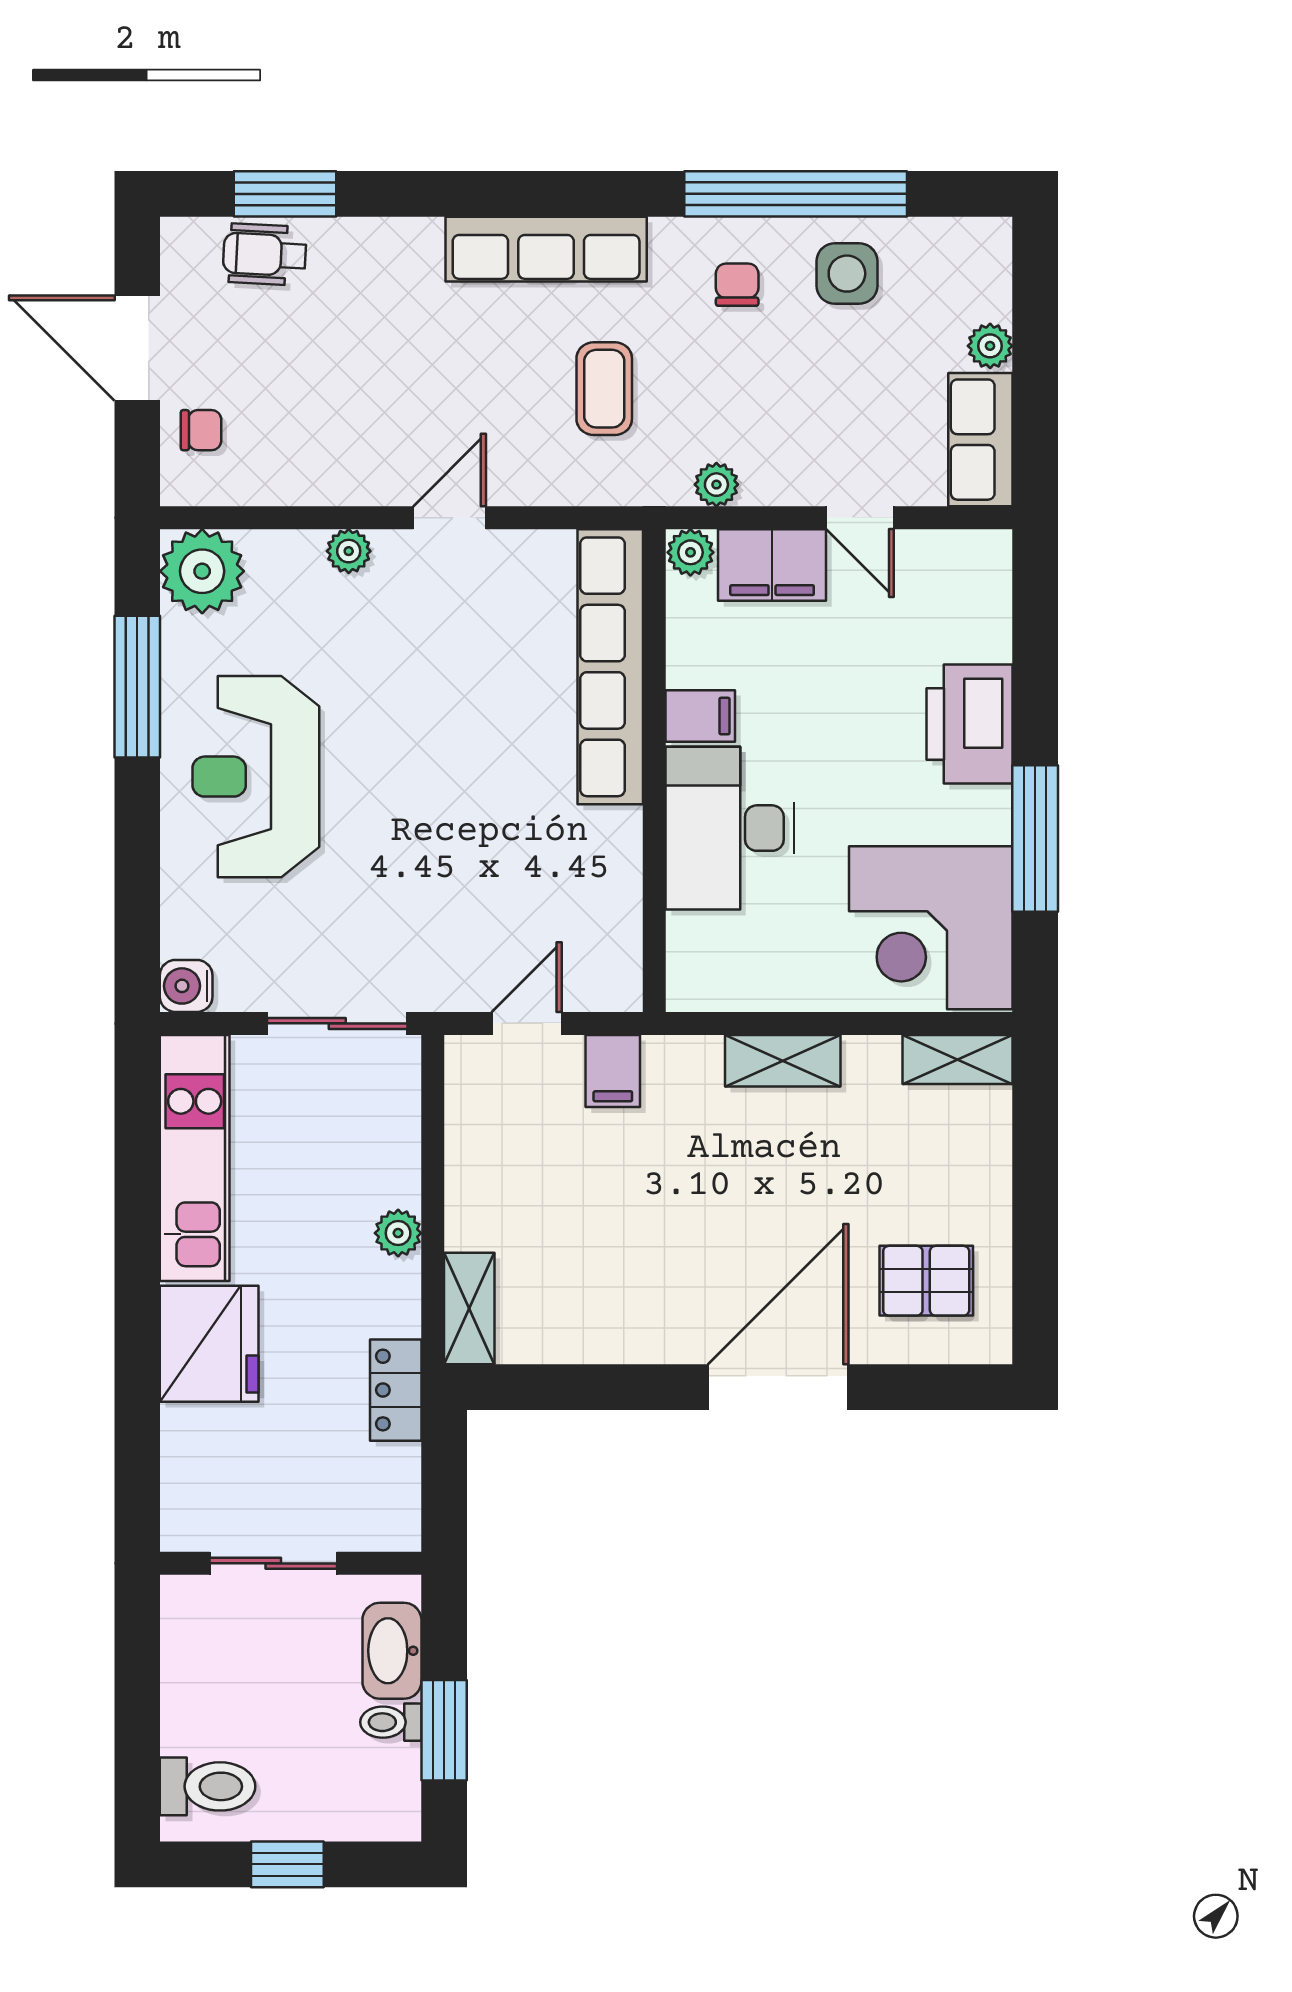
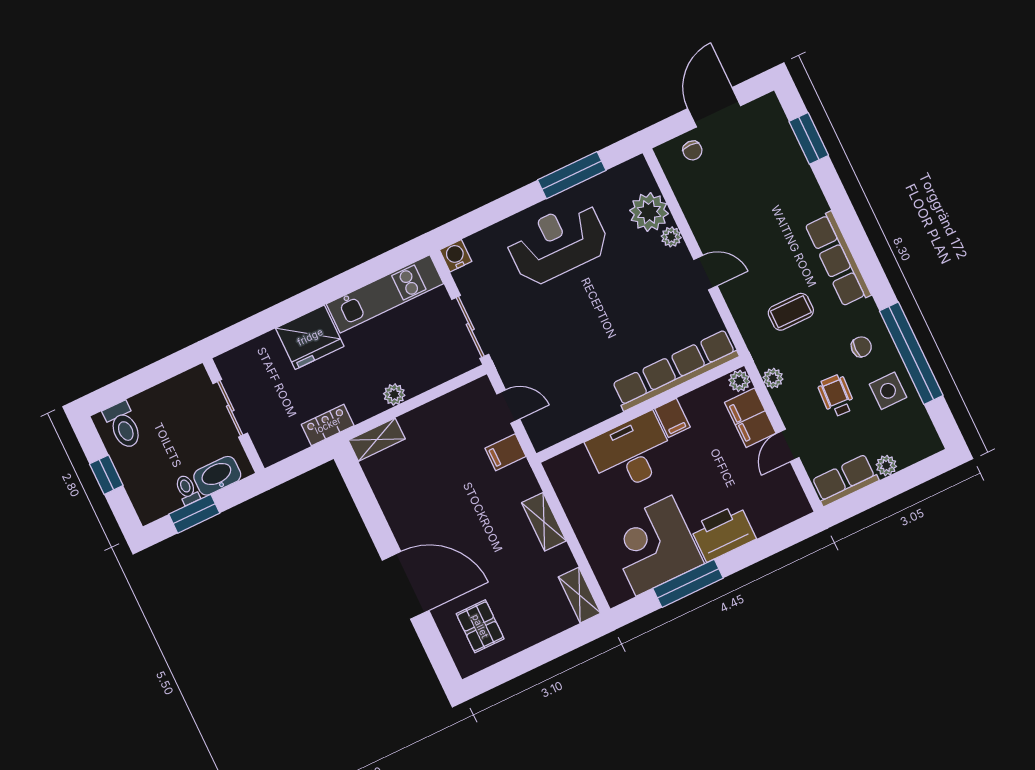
wheelchair: (265, 254) -> (836, 396), moved
plant: (202, 571) -> (649, 212), moved
corner desk: (931, 928) -> (654, 546), moved

